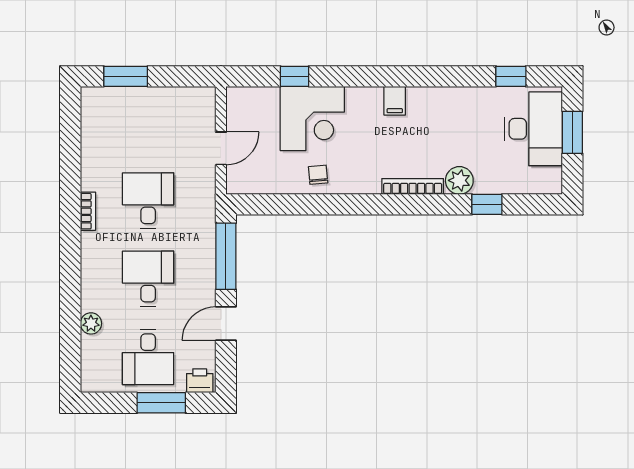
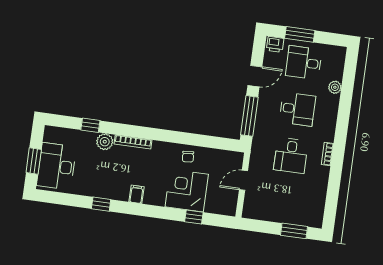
window: (511, 76) -> (101, 204), moved
desk: (148, 279) -> (297, 109), turned -90
desk: (148, 357) -> (304, 63), turned -90

